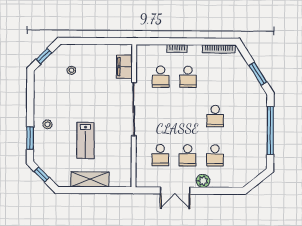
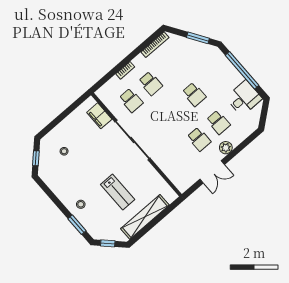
desk: (252, 154) -> (244, 98), added
school desk: (160, 155) -> (180, 156), removed
shelving: (90, 179) -> (145, 217), width x1.47

